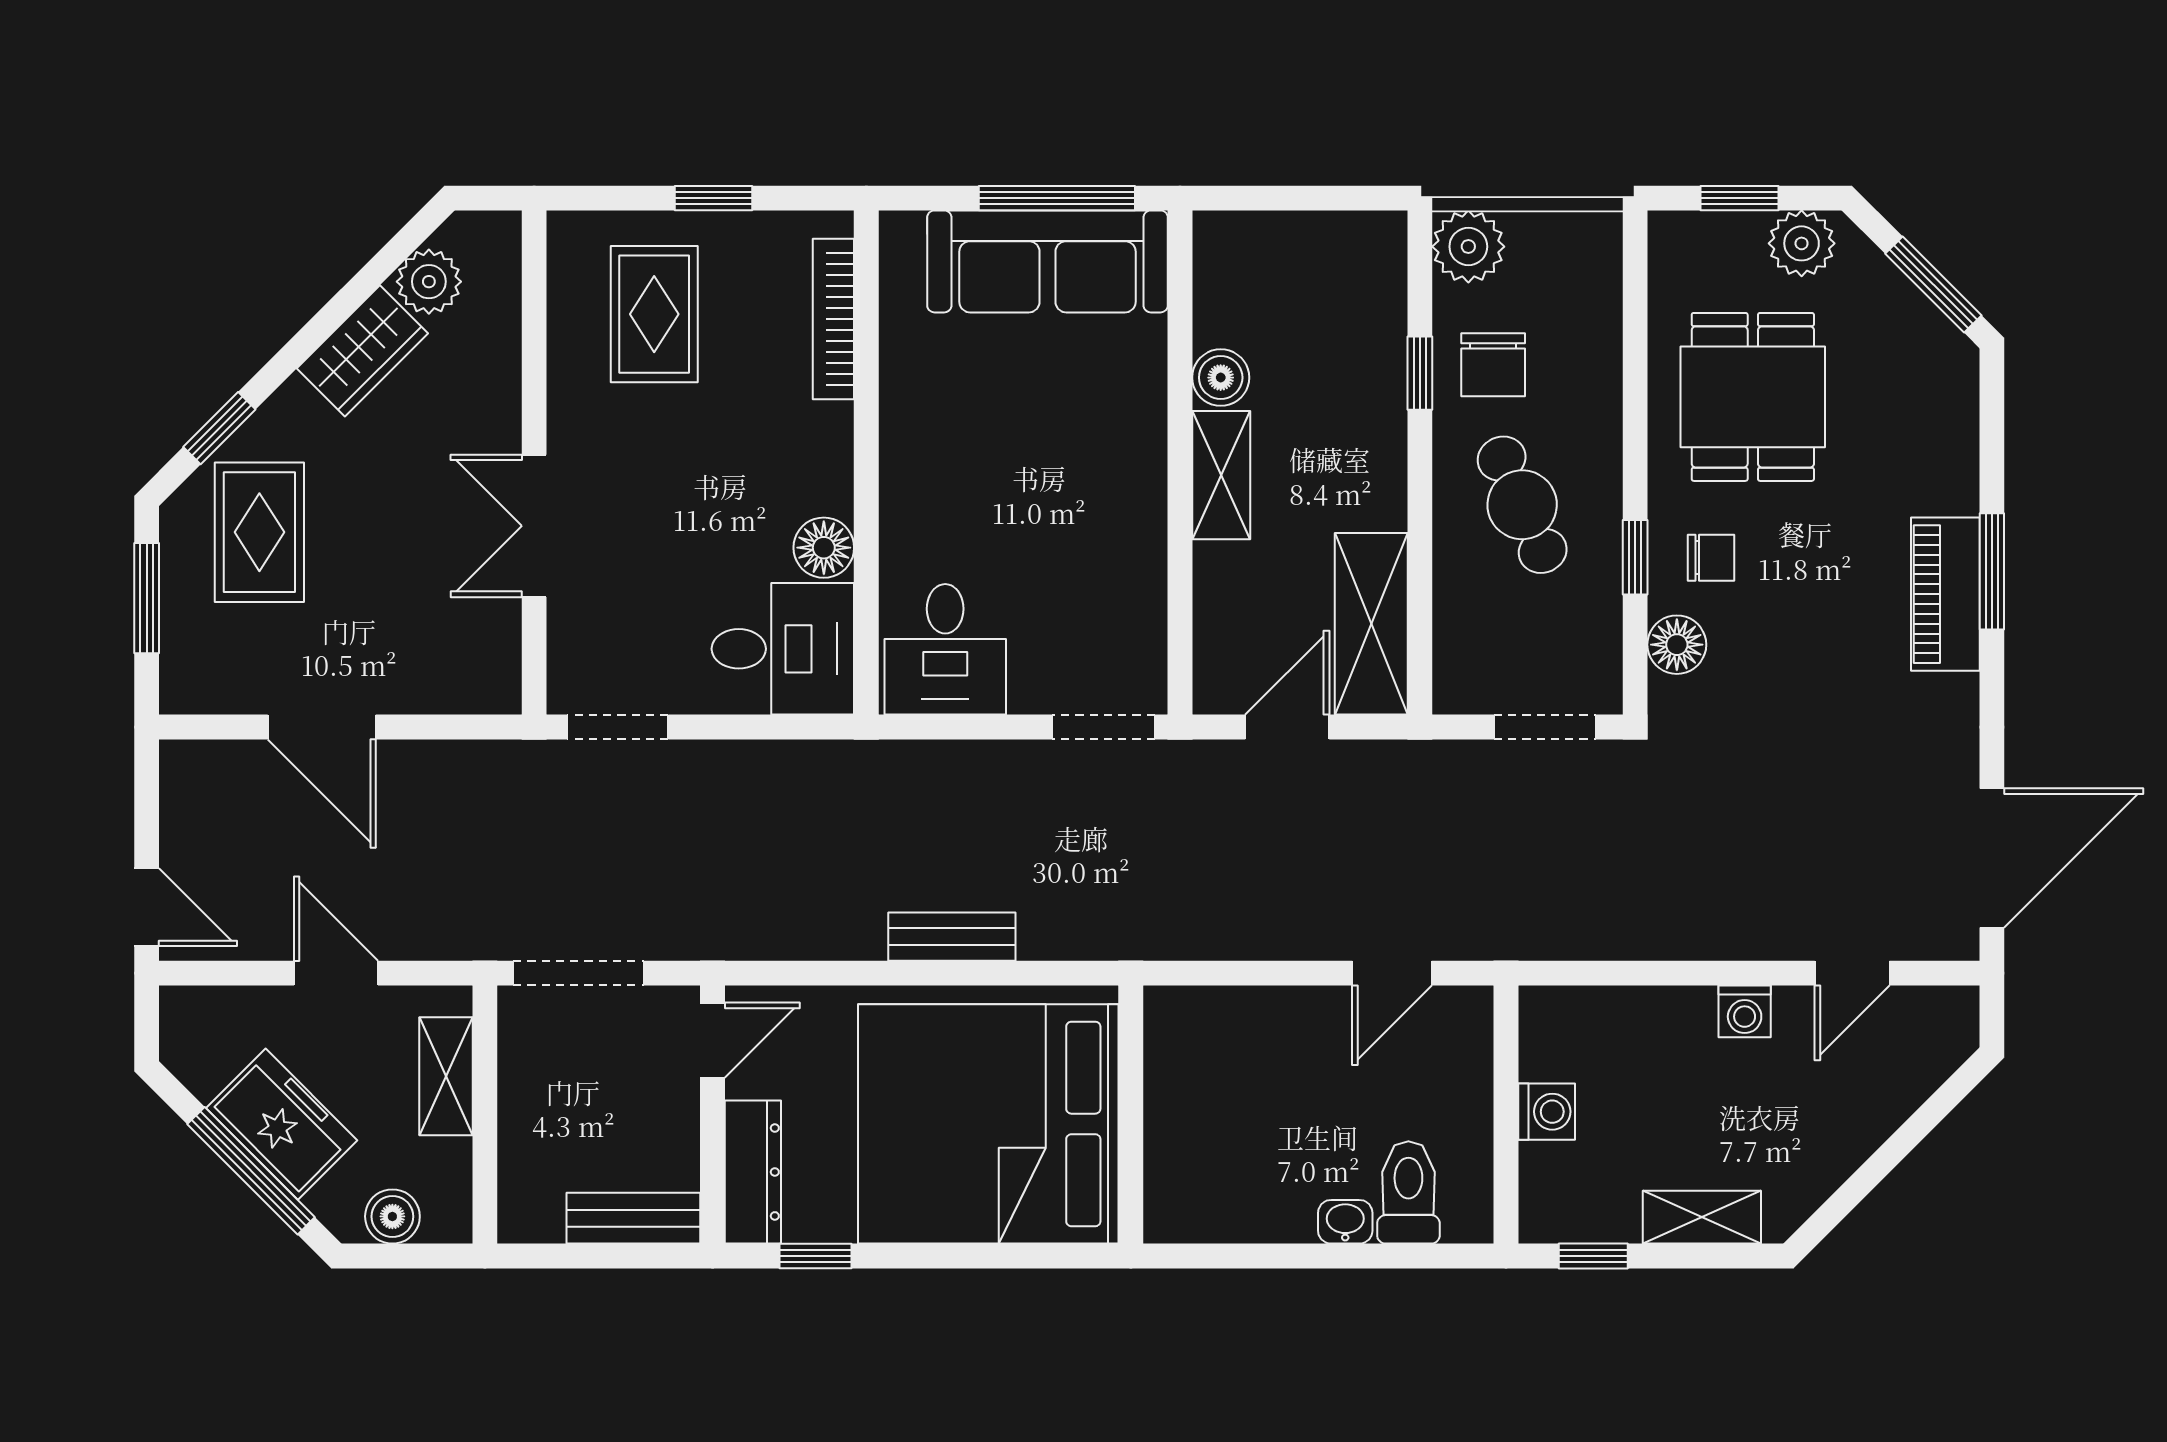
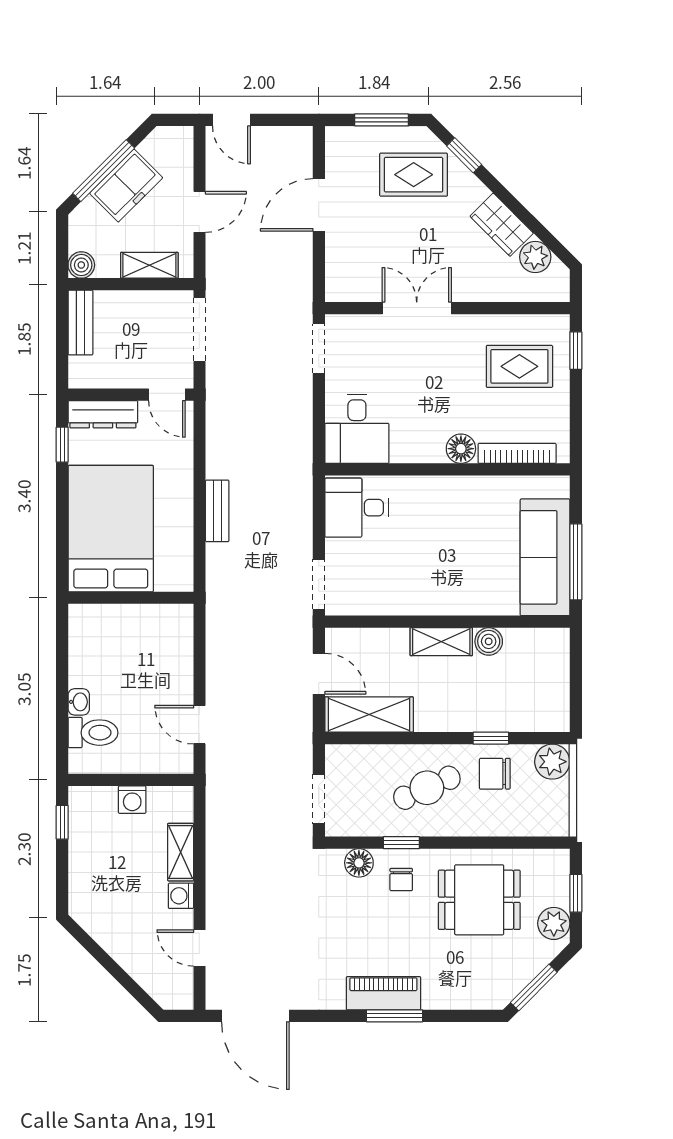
window: (713, 198) -> (576, 351), moved
floor lamp: (824, 548) -> (461, 449), moved
door: (147, 907) -> (231, 120), hinge flipped
bed: (988, 1124) -> (111, 529), width x0.73
boiler: (392, 1216) -> (81, 265), moved
shelving: (1702, 1217) -> (181, 852), moved
bench: (633, 1218) -> (80, 323), moved

